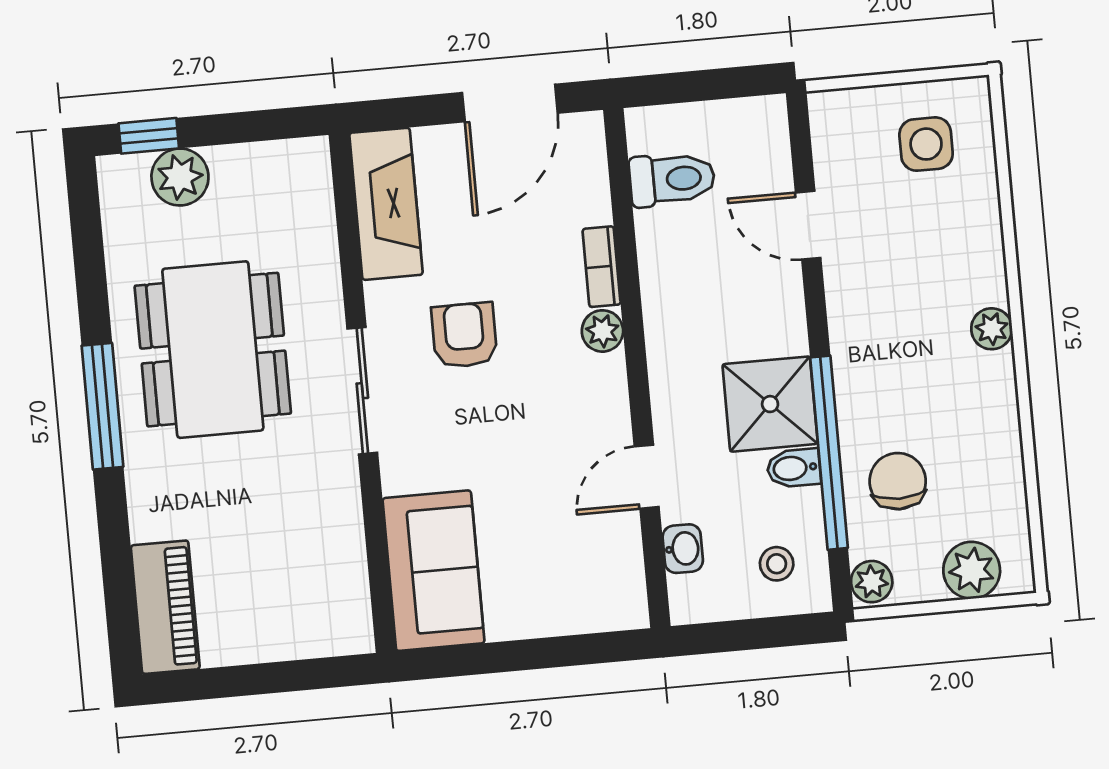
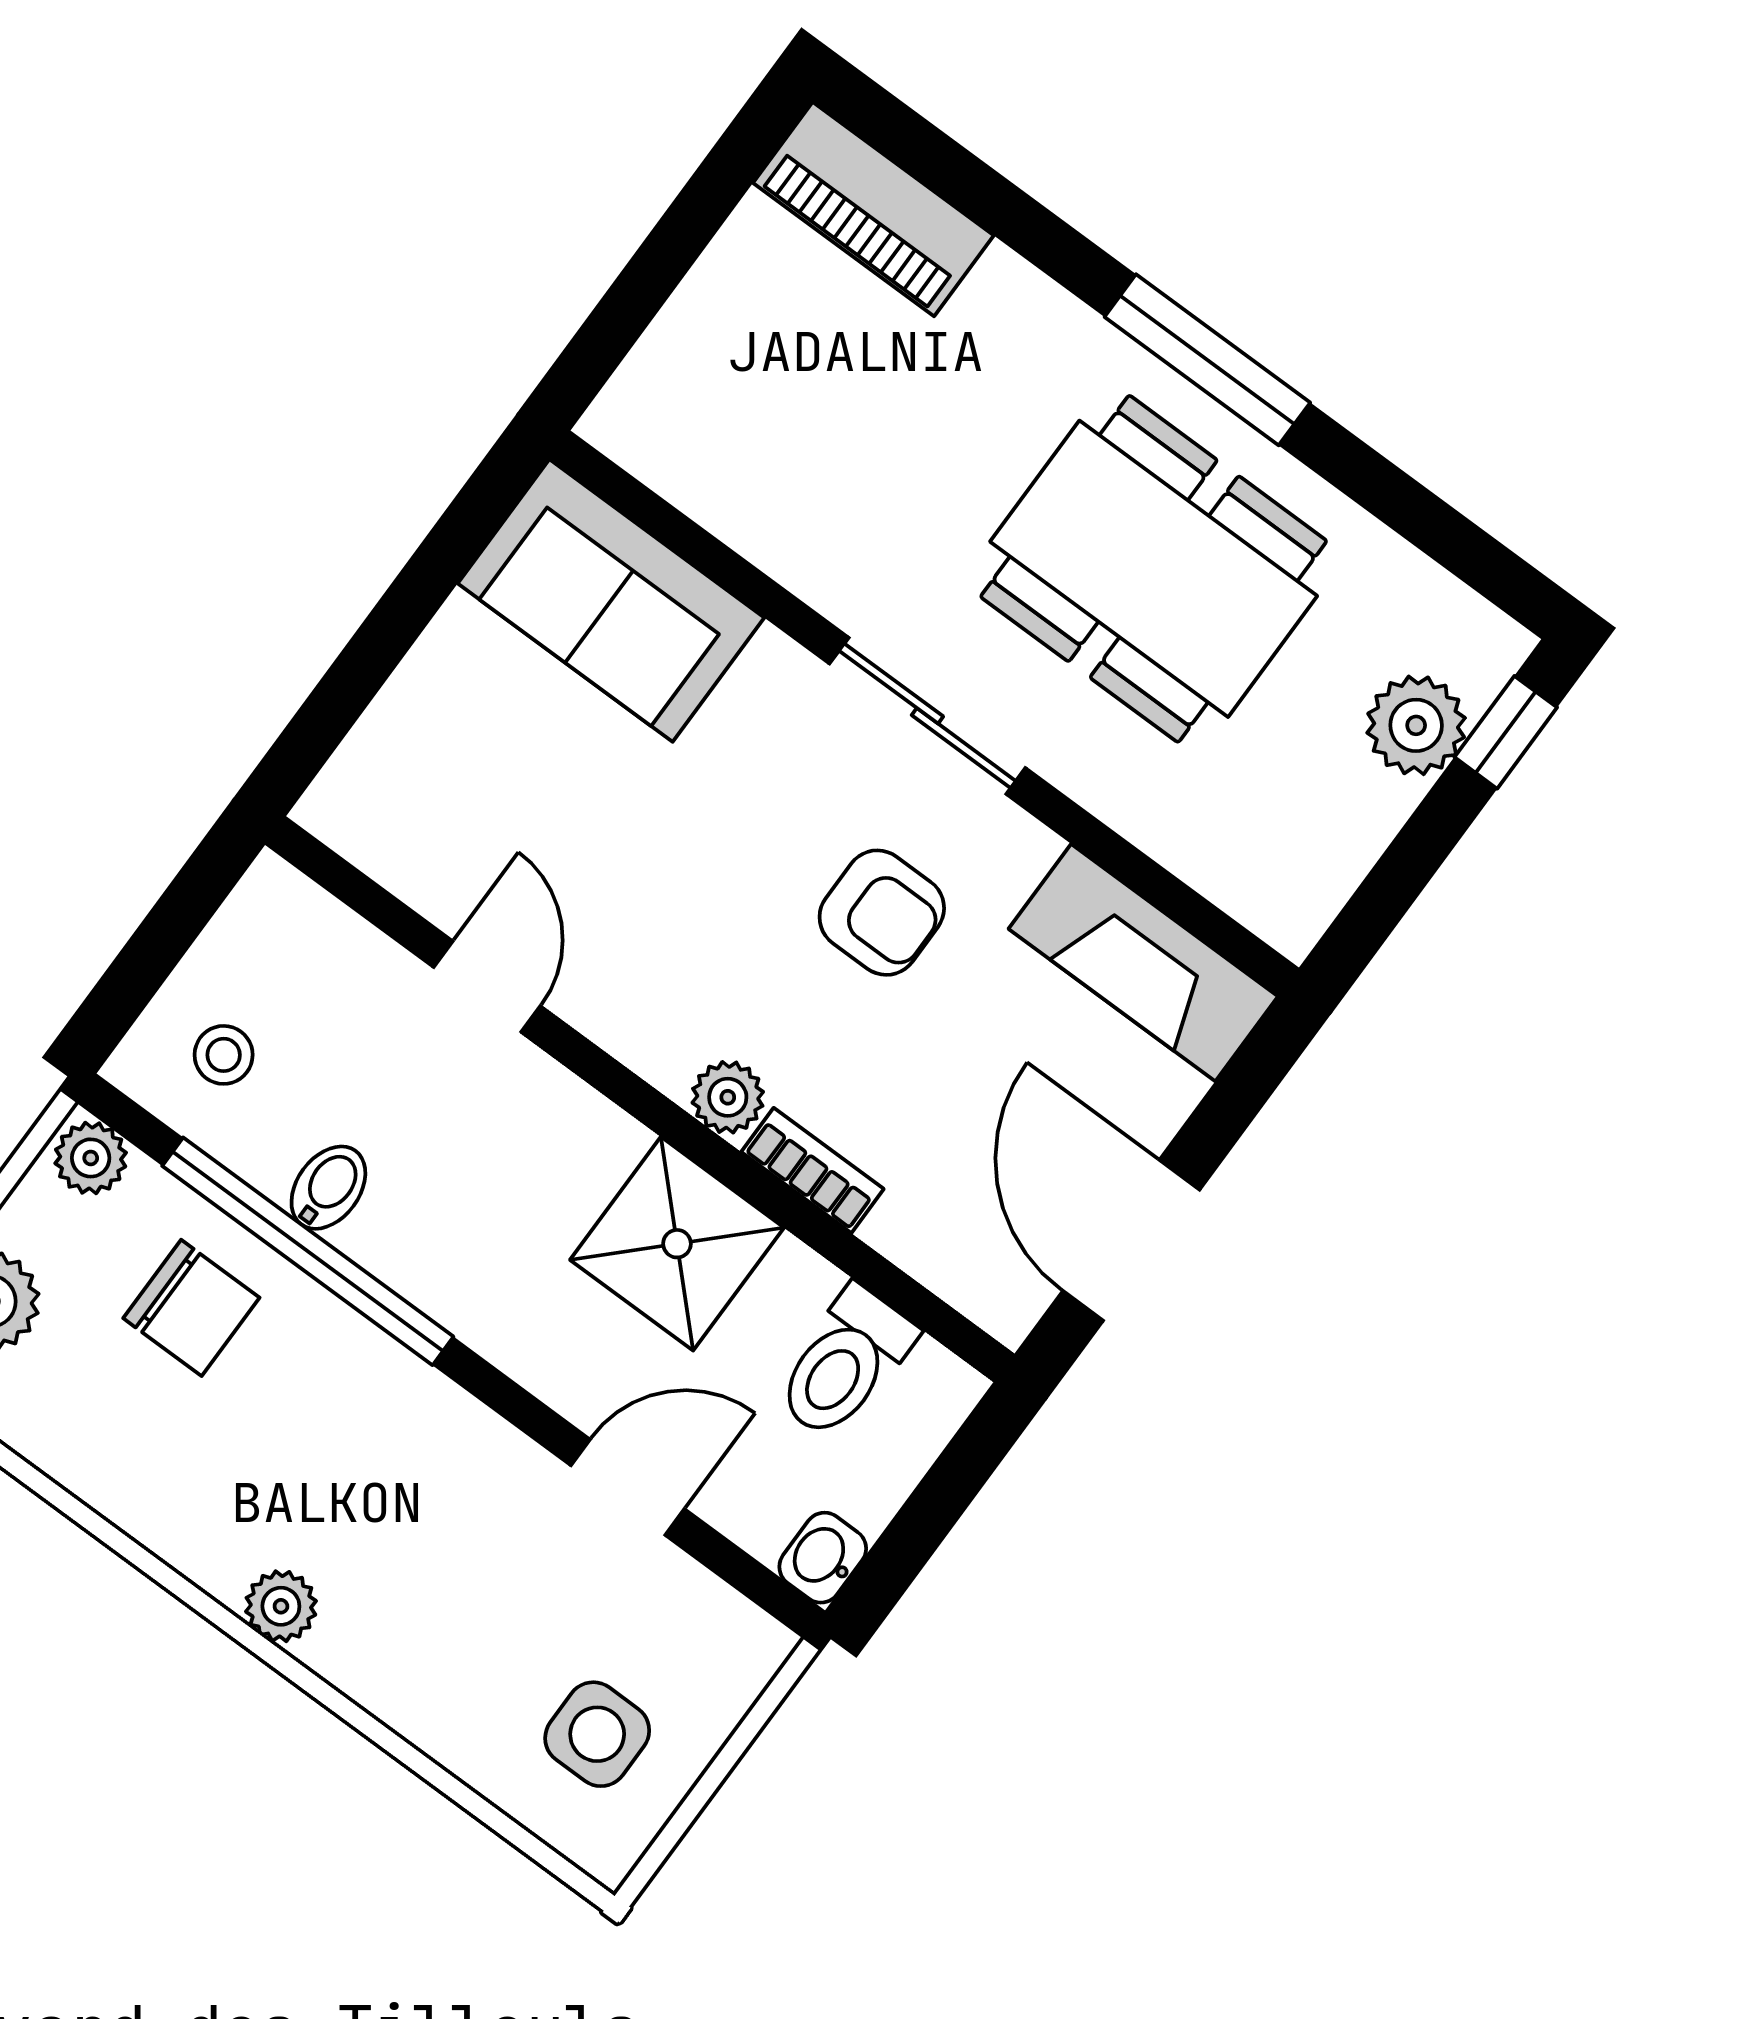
shower: (770, 404) -> (677, 1244), moved
washbasin: (683, 549) -> (823, 1558), moved, turned 90

